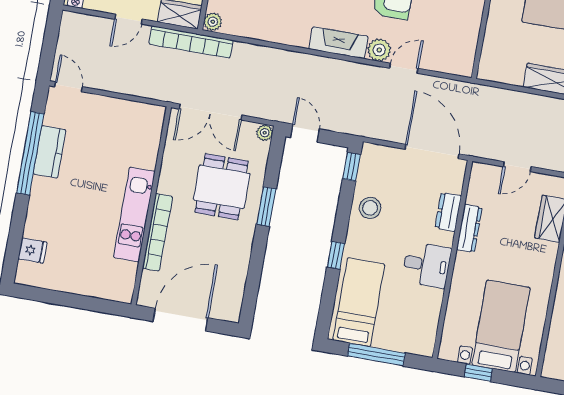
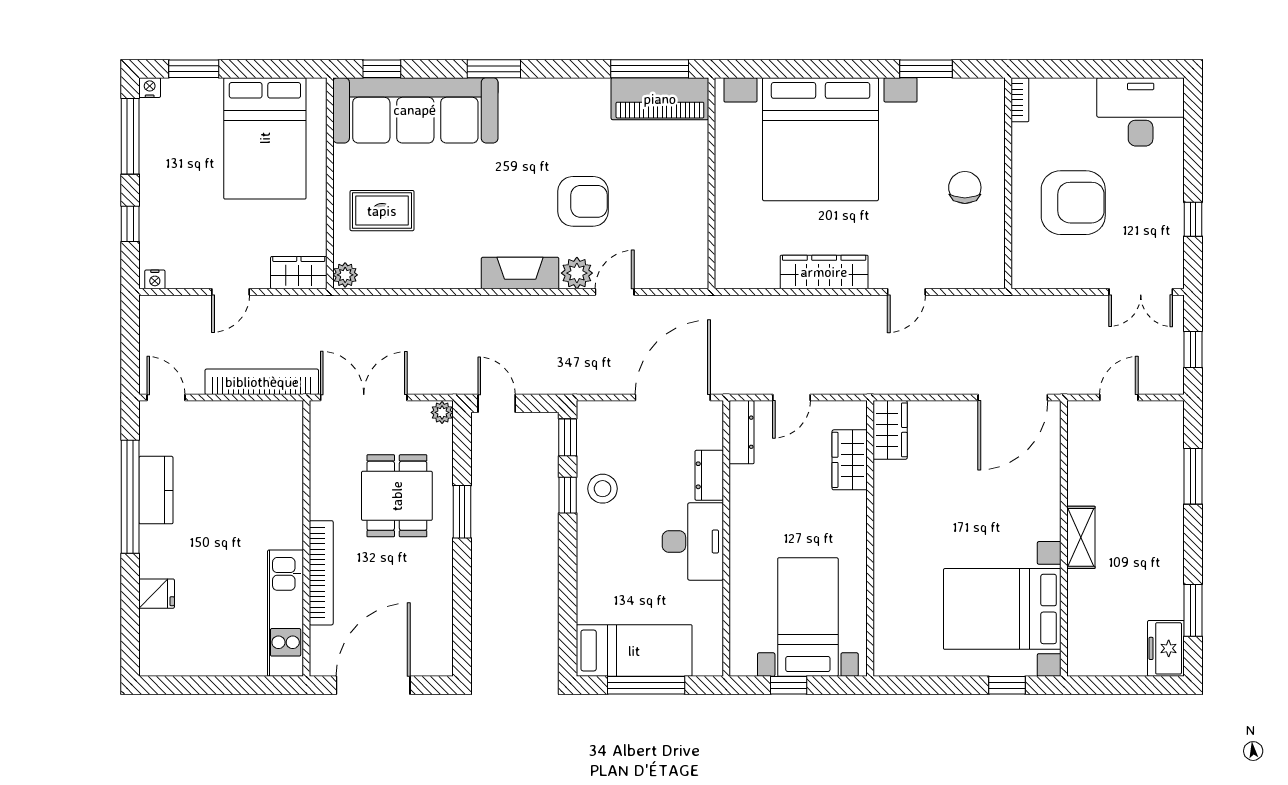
bookcase: (191, 42) -> (262, 382), moved, turned 180
double door: (210, 112) -> (364, 398), swing flipped
door: (432, 152) -> (673, 398), hinge flipped
kitchen unit: (134, 214) -> (286, 613), moved
dresser: (469, 228) -> (742, 432), moved
fridge: (32, 251) -> (157, 594), moved
window: (336, 255) -> (568, 495), moved
desk: (427, 265) -> (693, 542), width x1.37
bed: (359, 302) -> (634, 651), moved, turned 90

